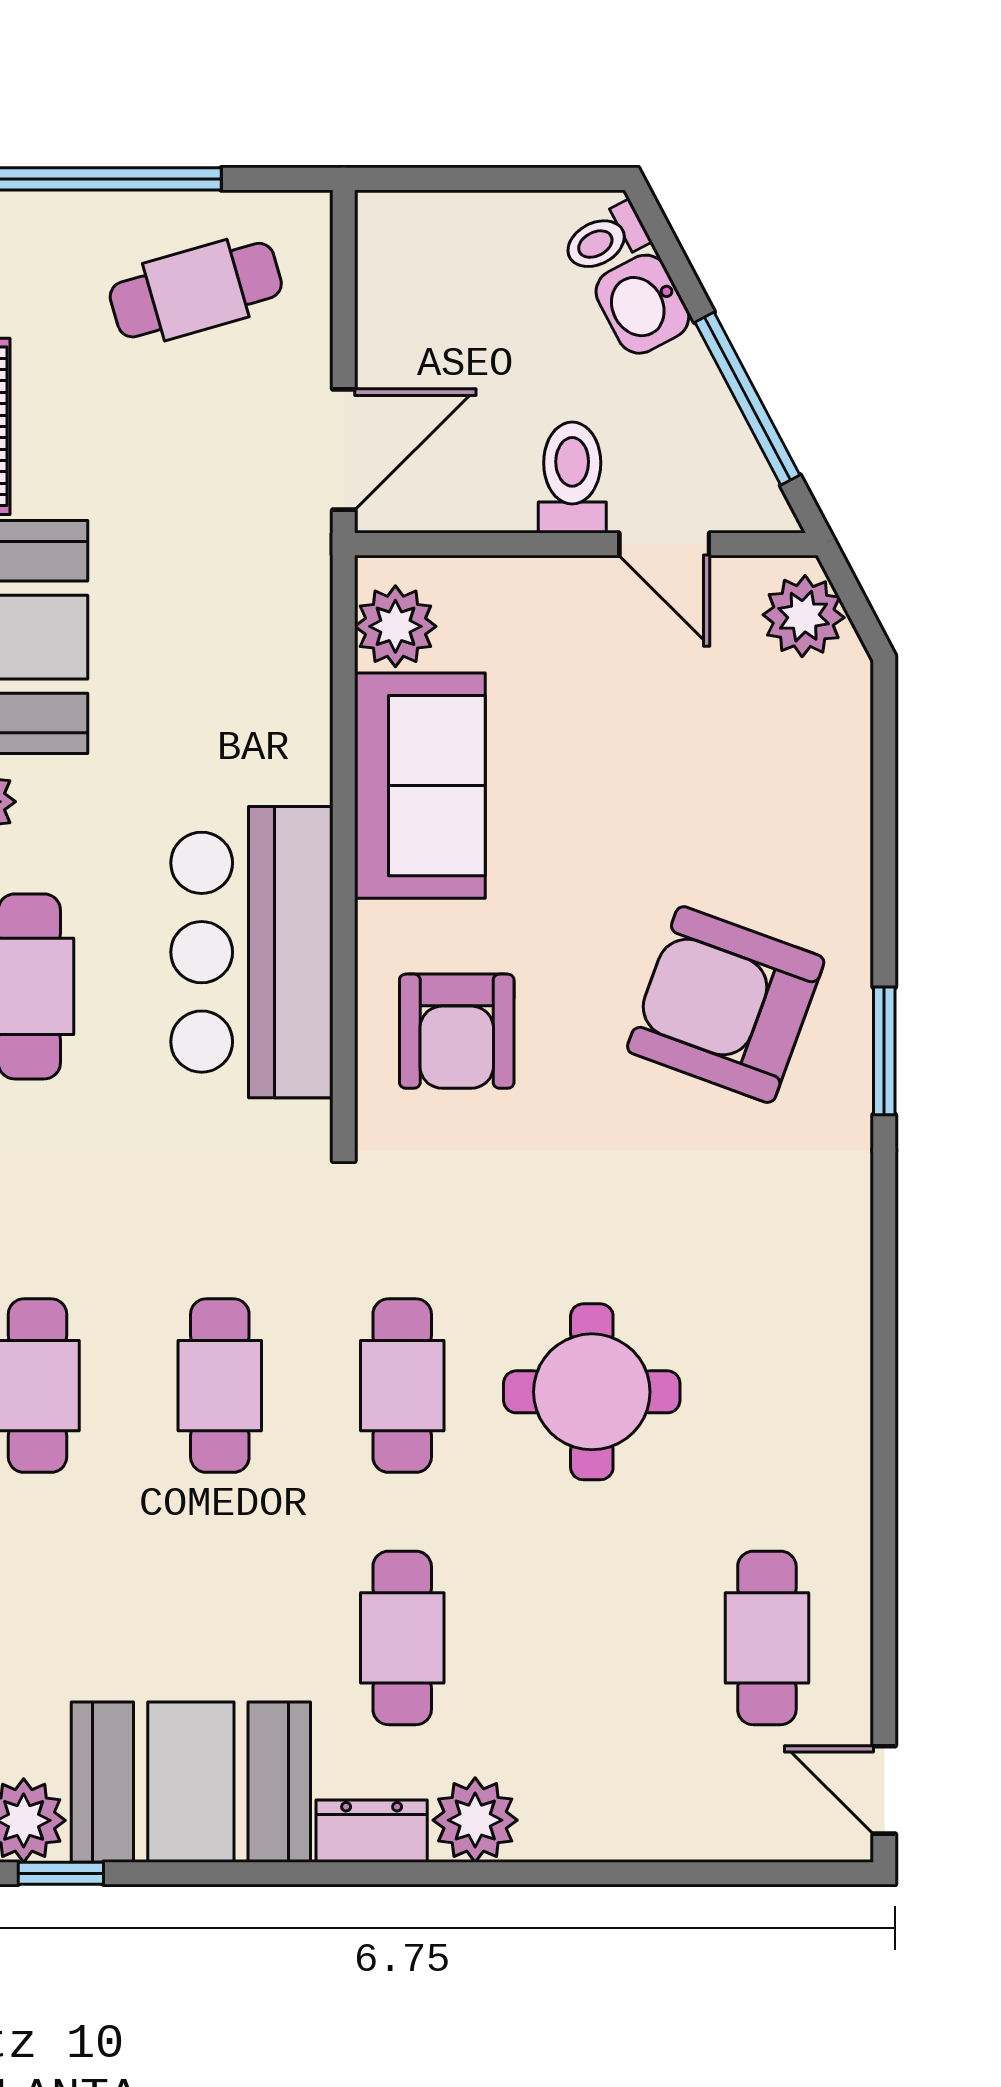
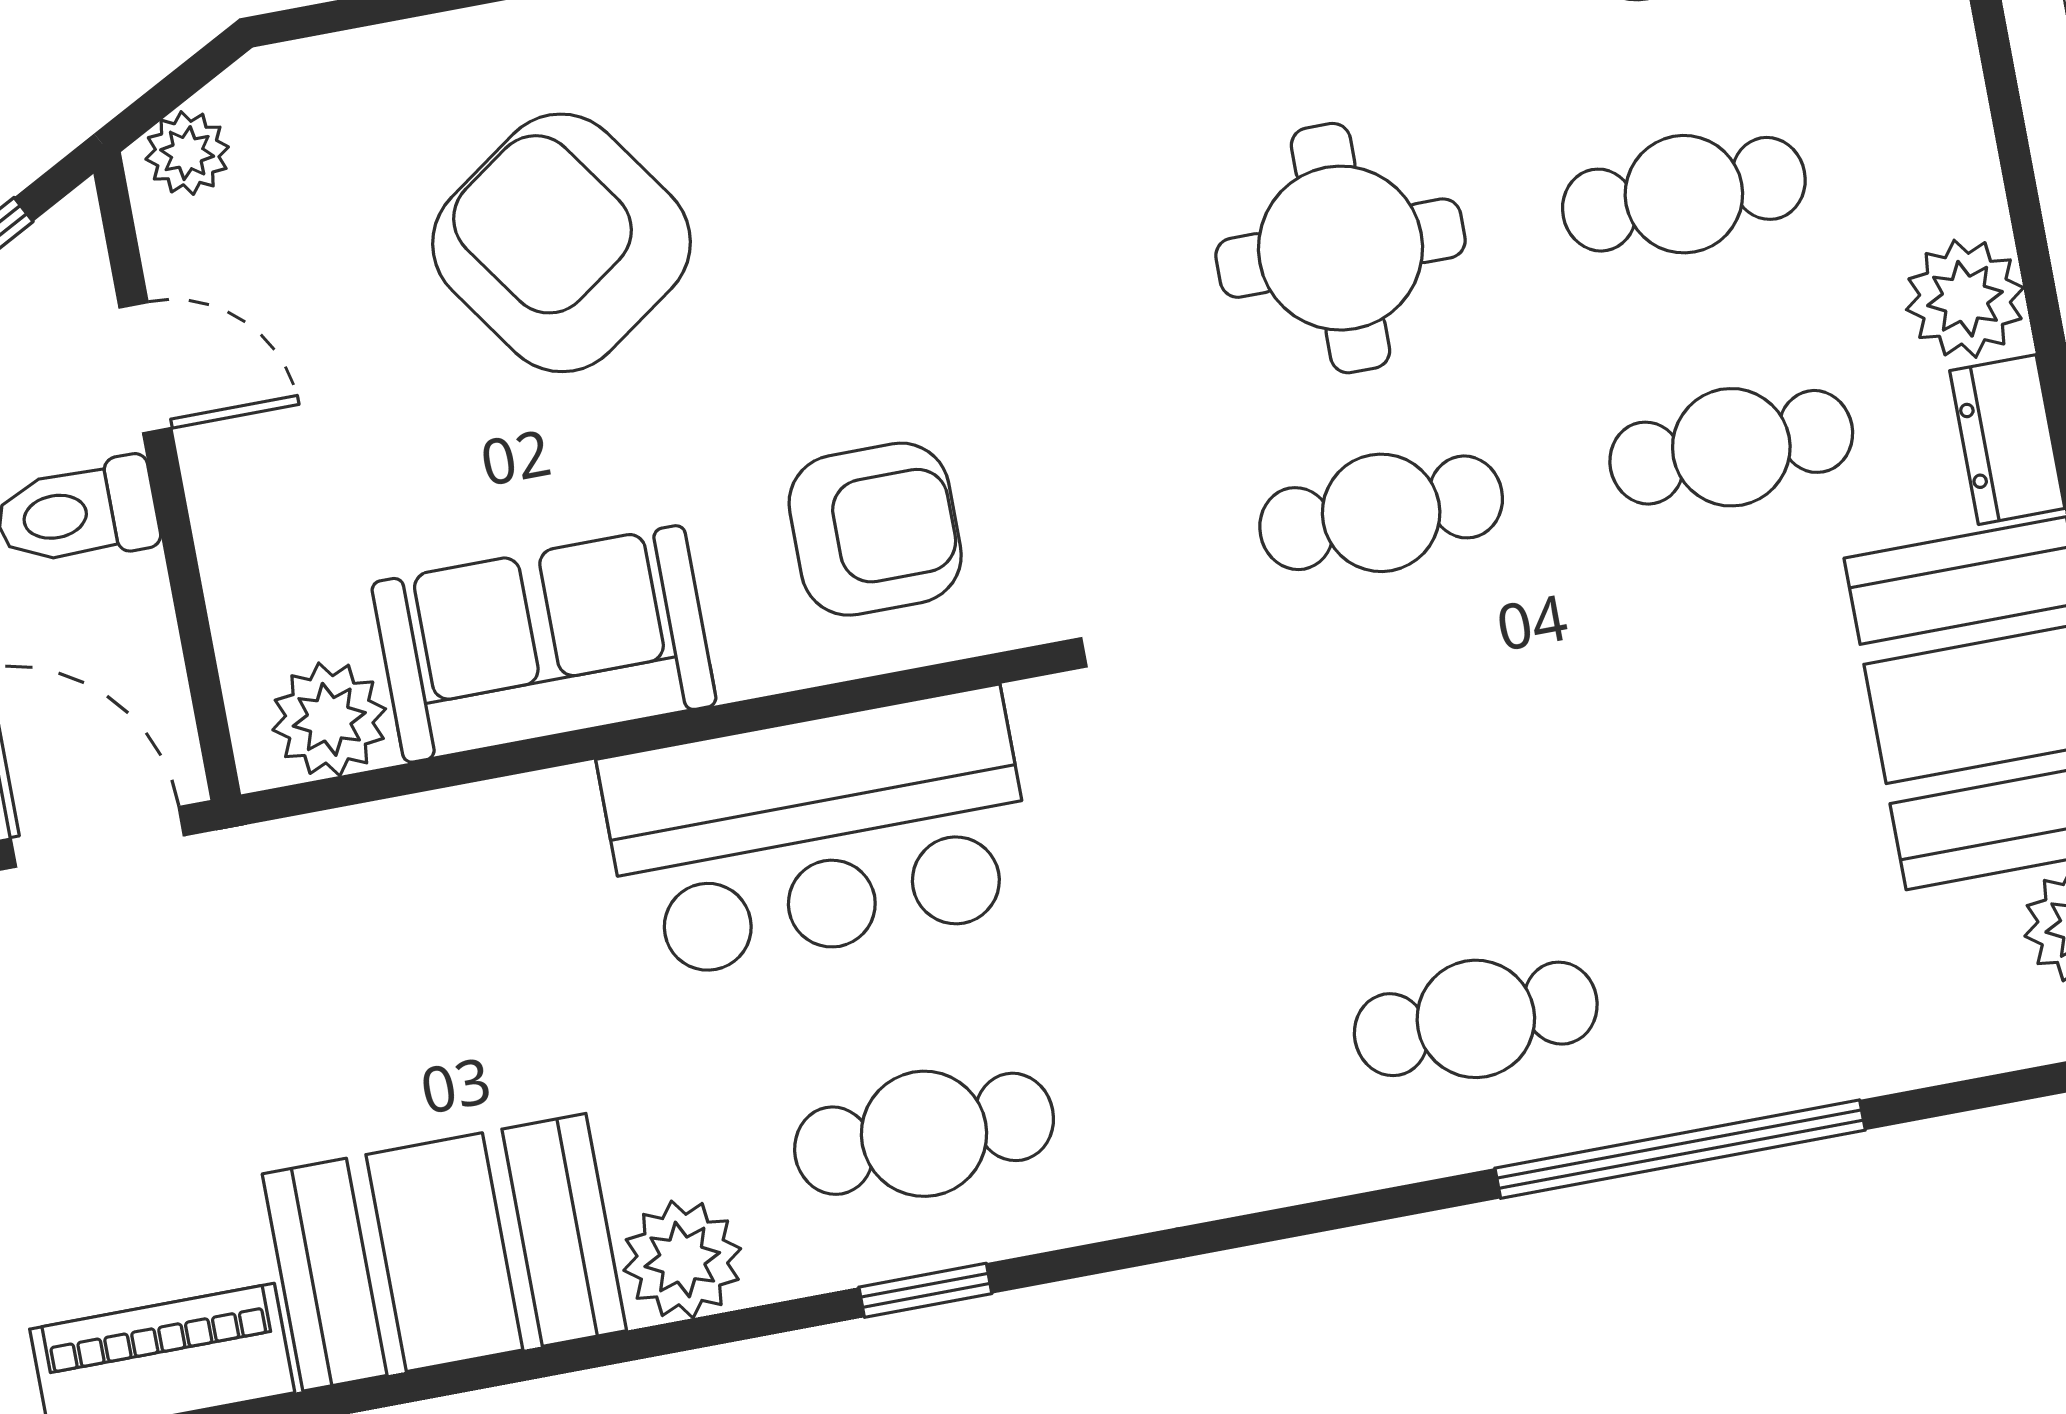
door: (664, 544) -> (145, 368), hinge flipped
plant: (804, 616) -> (187, 153), width x0.73, depth x0.73
armchair: (726, 1005) -> (561, 243), moved, turned 125
cafe table: (220, 1386) -> (1684, 194), moved

